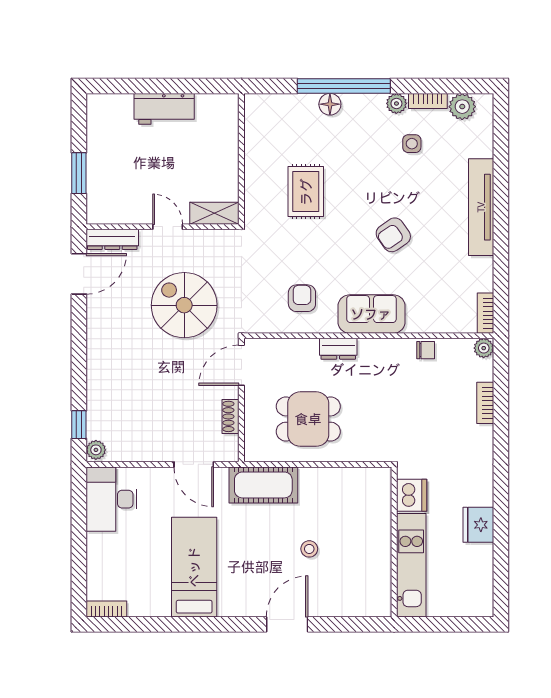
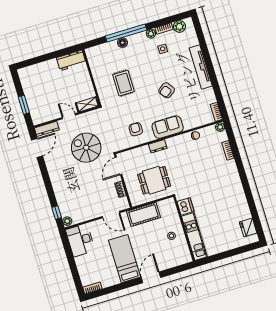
workbench: (164, 109) -> (71, 60), moved
dishwasher: (412, 495) -> (186, 206), moved
fridge: (478, 525) -> (248, 227), moved
wall: (394, 542) -> (184, 229), moved
kitchen unit: (411, 565) -> (194, 236), moved
door: (287, 624) -> (151, 277), moved

